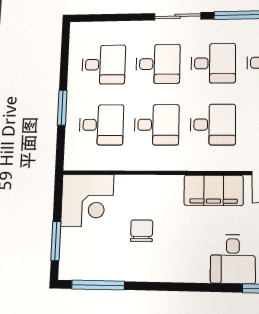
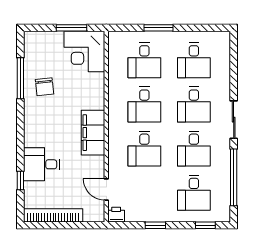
filing cabinet: (214, 190) -> (93, 133), moved
chair: (142, 231) -> (45, 87), moved, turned 84
window: (56, 241) -> (71, 28), moved
window: (98, 285) -> (20, 78), moved

